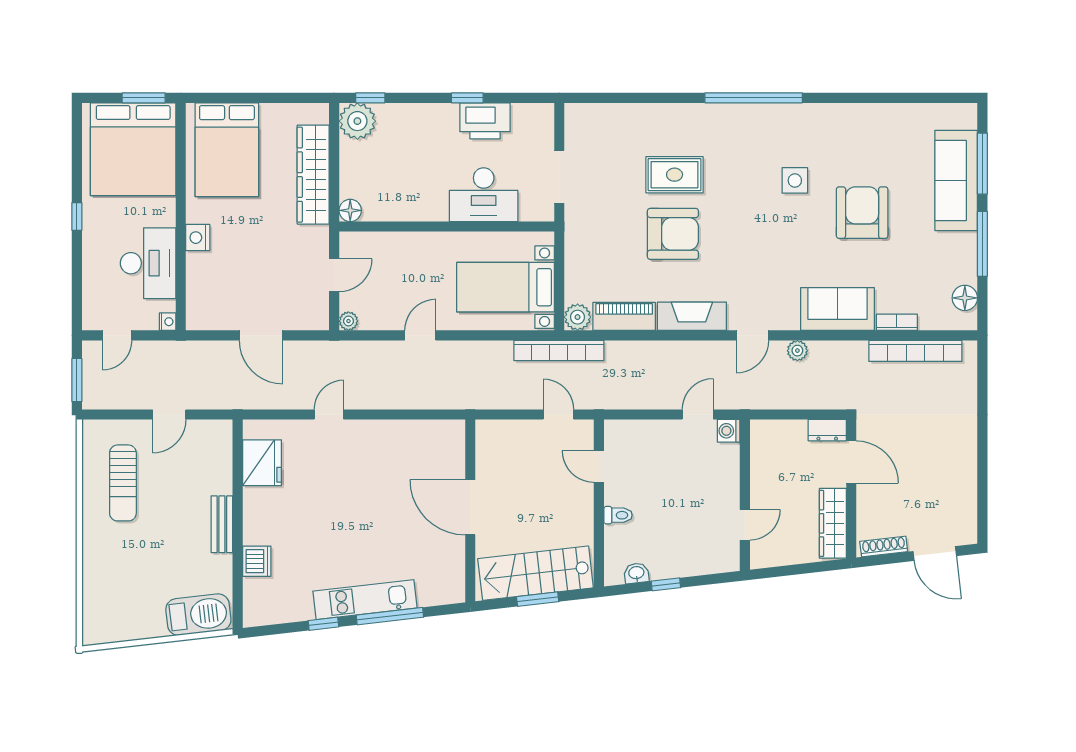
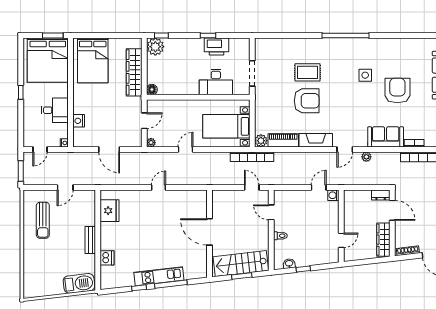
nightstand: (198, 238) -> (79, 121), moved
desk: (148, 263) -> (55, 110), width x0.73
door: (329, 415) -> (158, 187), moved

